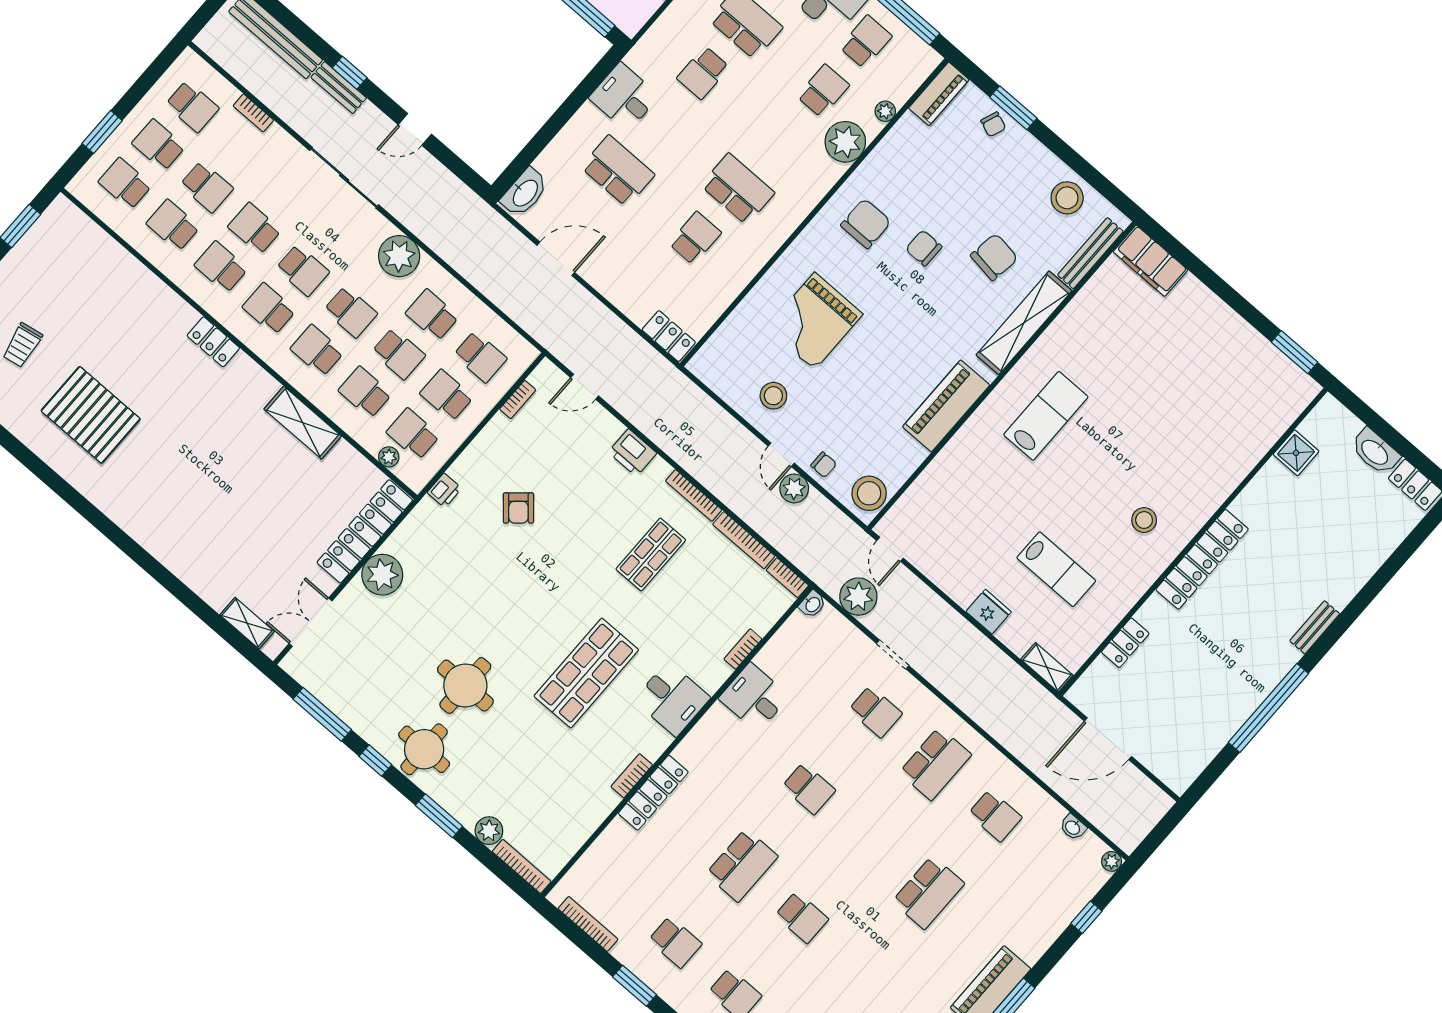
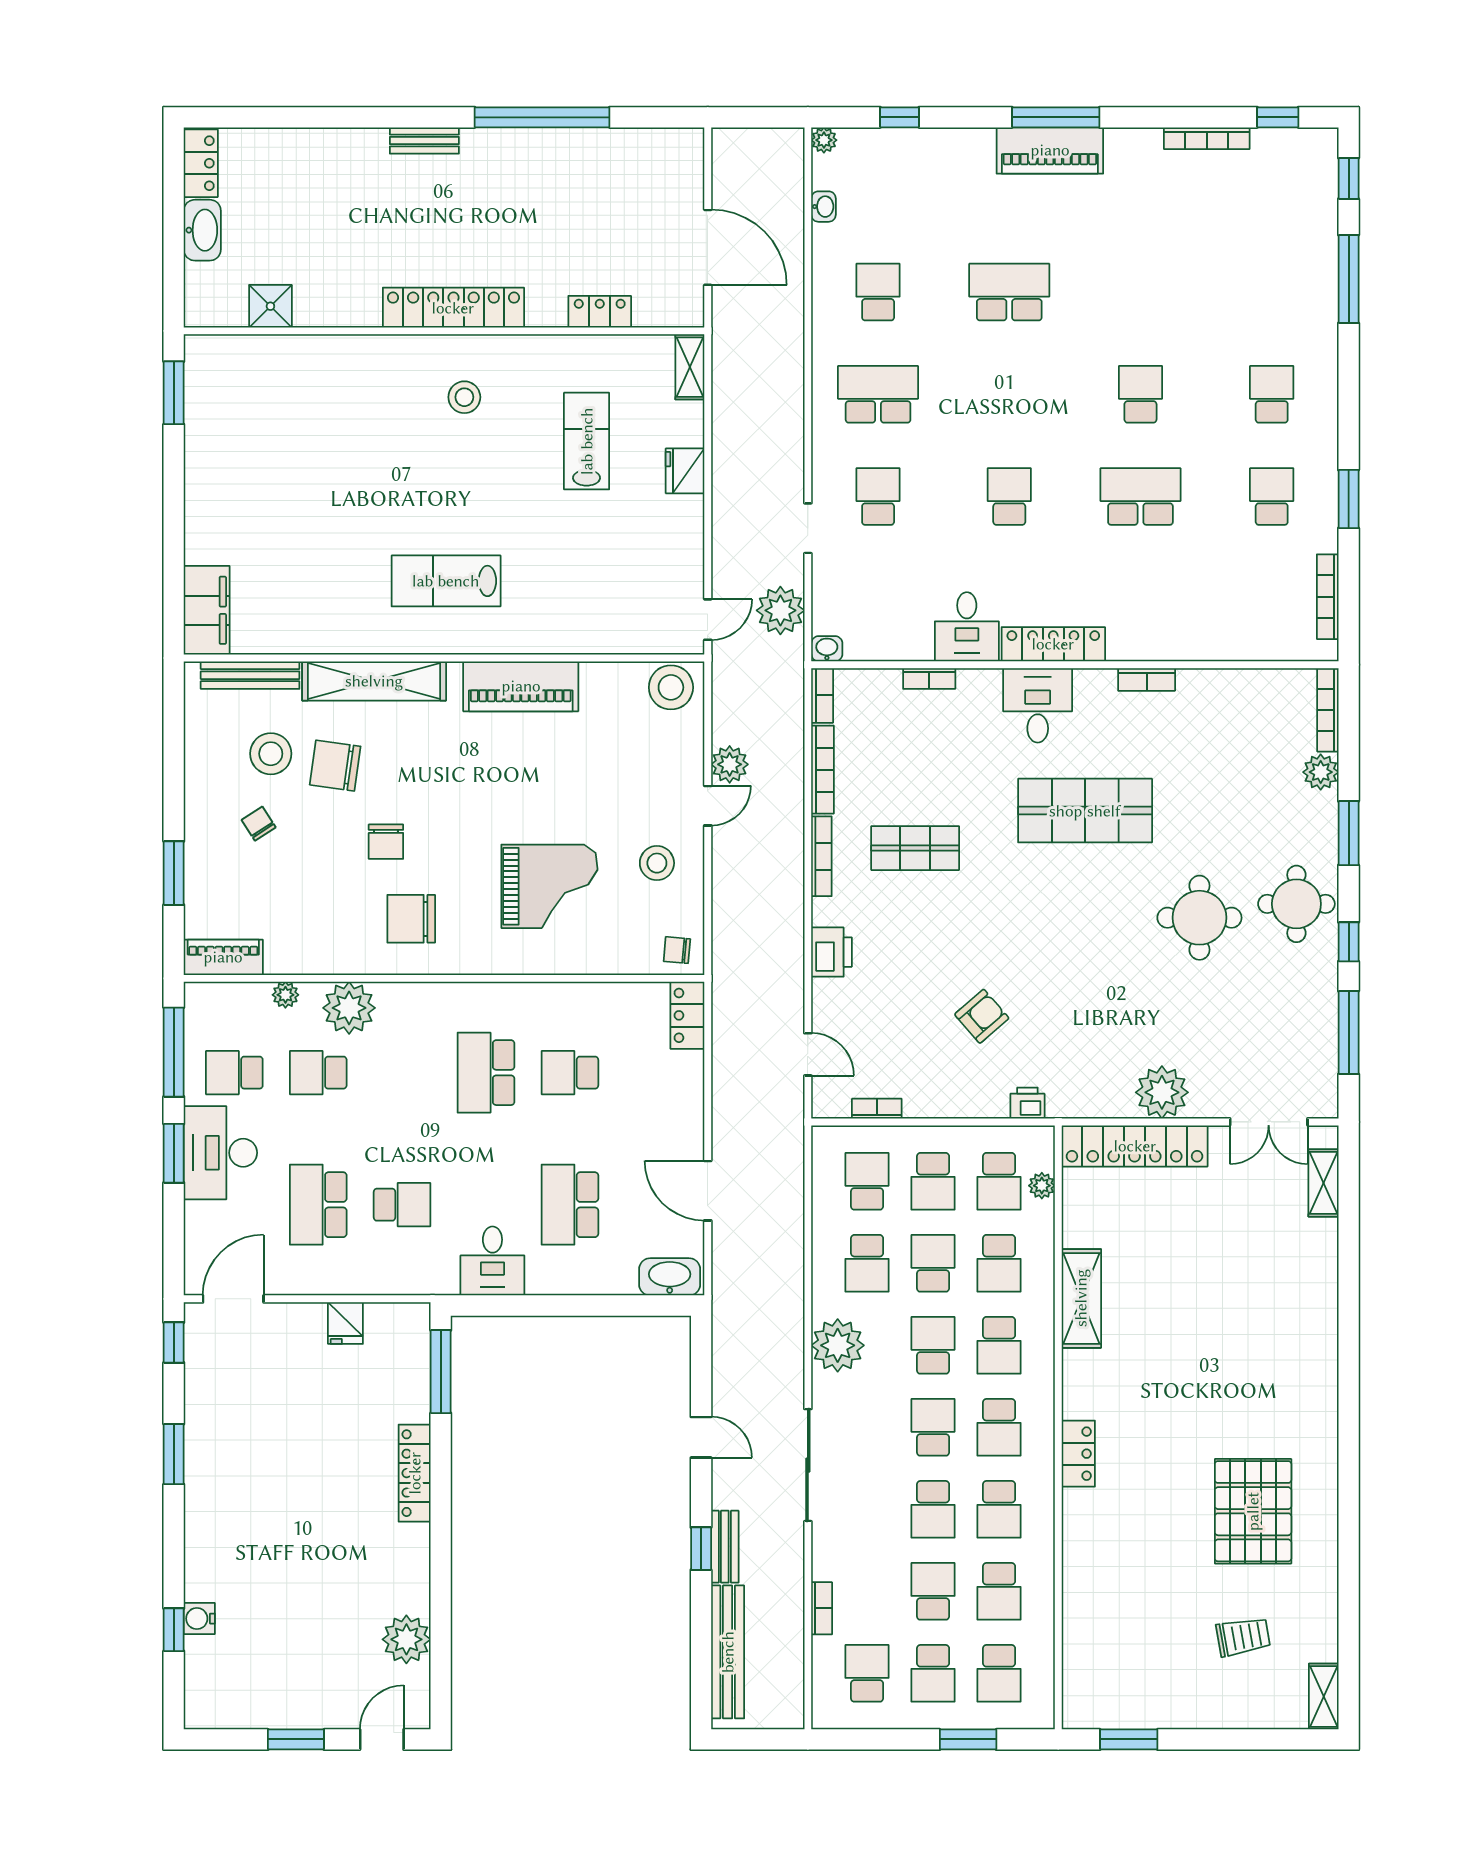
chair: (993, 124) -> (259, 824), moved, turned -54
stool: (1067, 198) -> (271, 754), moved
chair: (824, 465) -> (677, 950), moved, turned -85
locker: (653, 793) -> (1053, 644), moved

